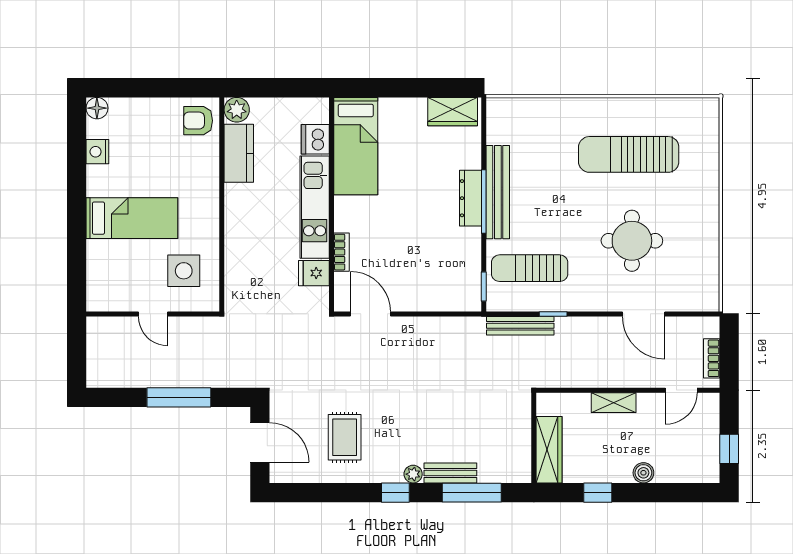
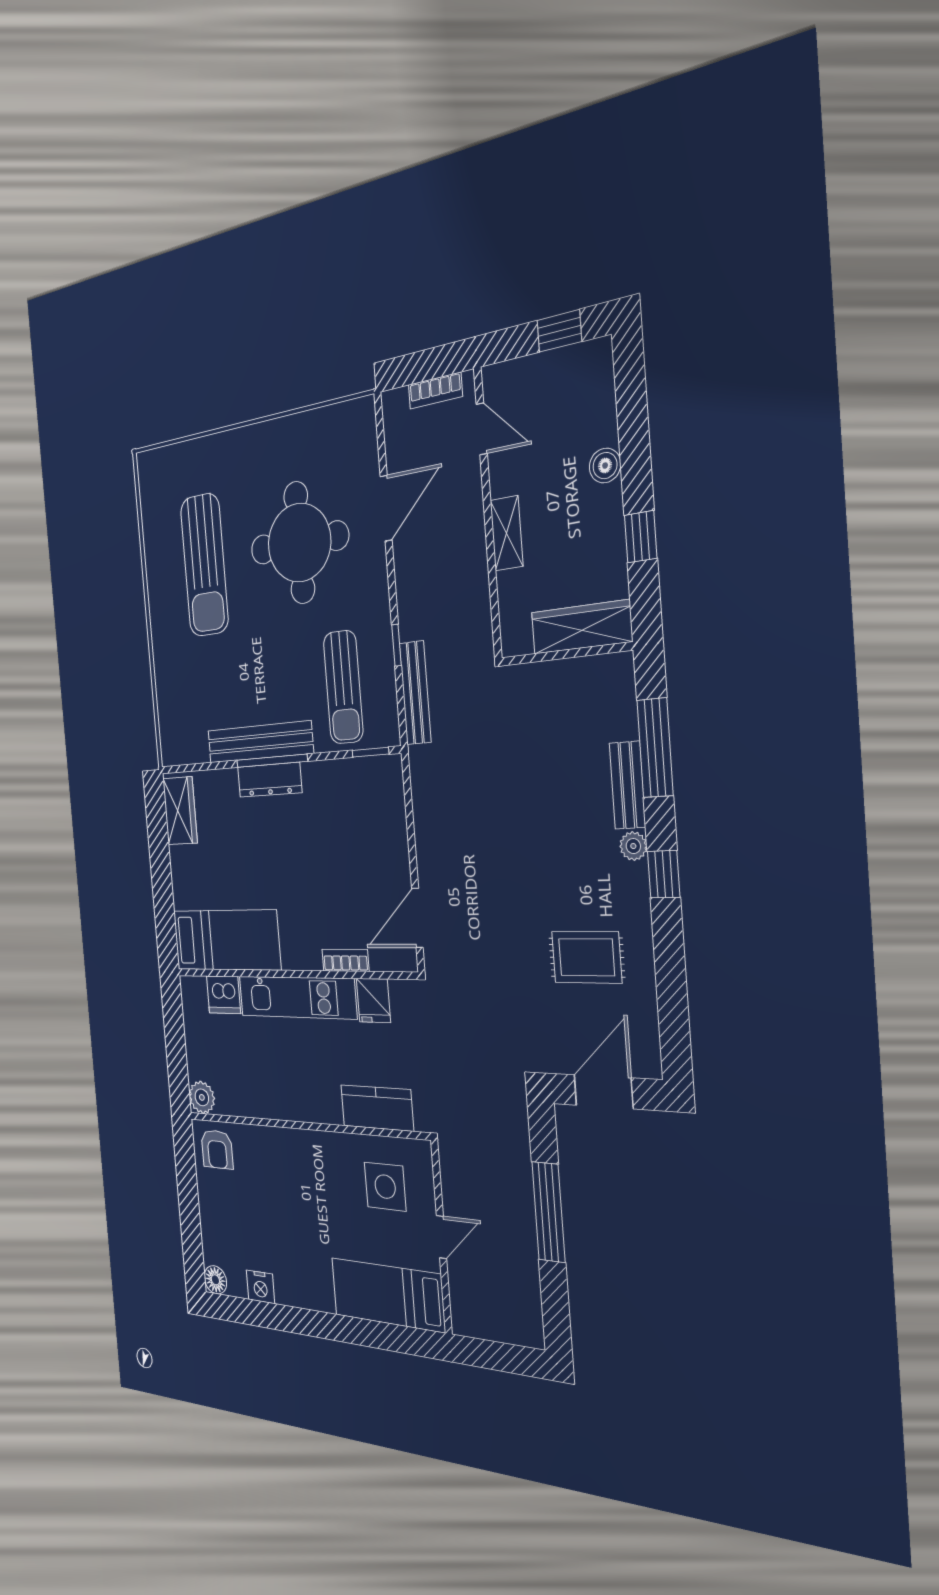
kitchen counter: (239, 153) -> (377, 1108), moved
bed: (132, 218) -> (388, 1295), moved, turned -90
round table: (632, 241) -> (299, 543), width x1.36, depth x1.36

